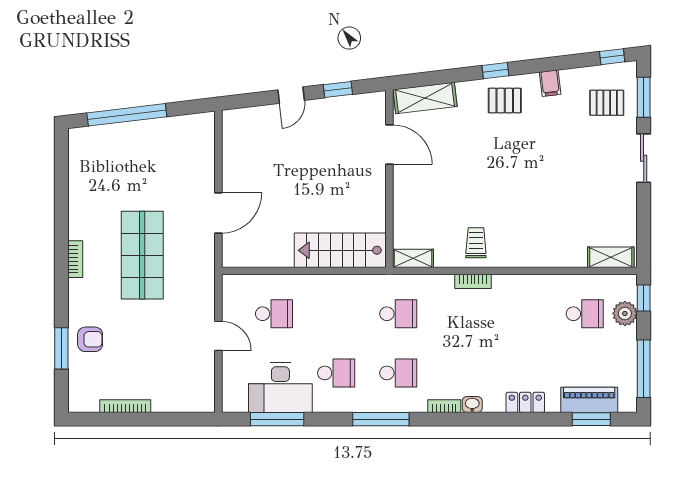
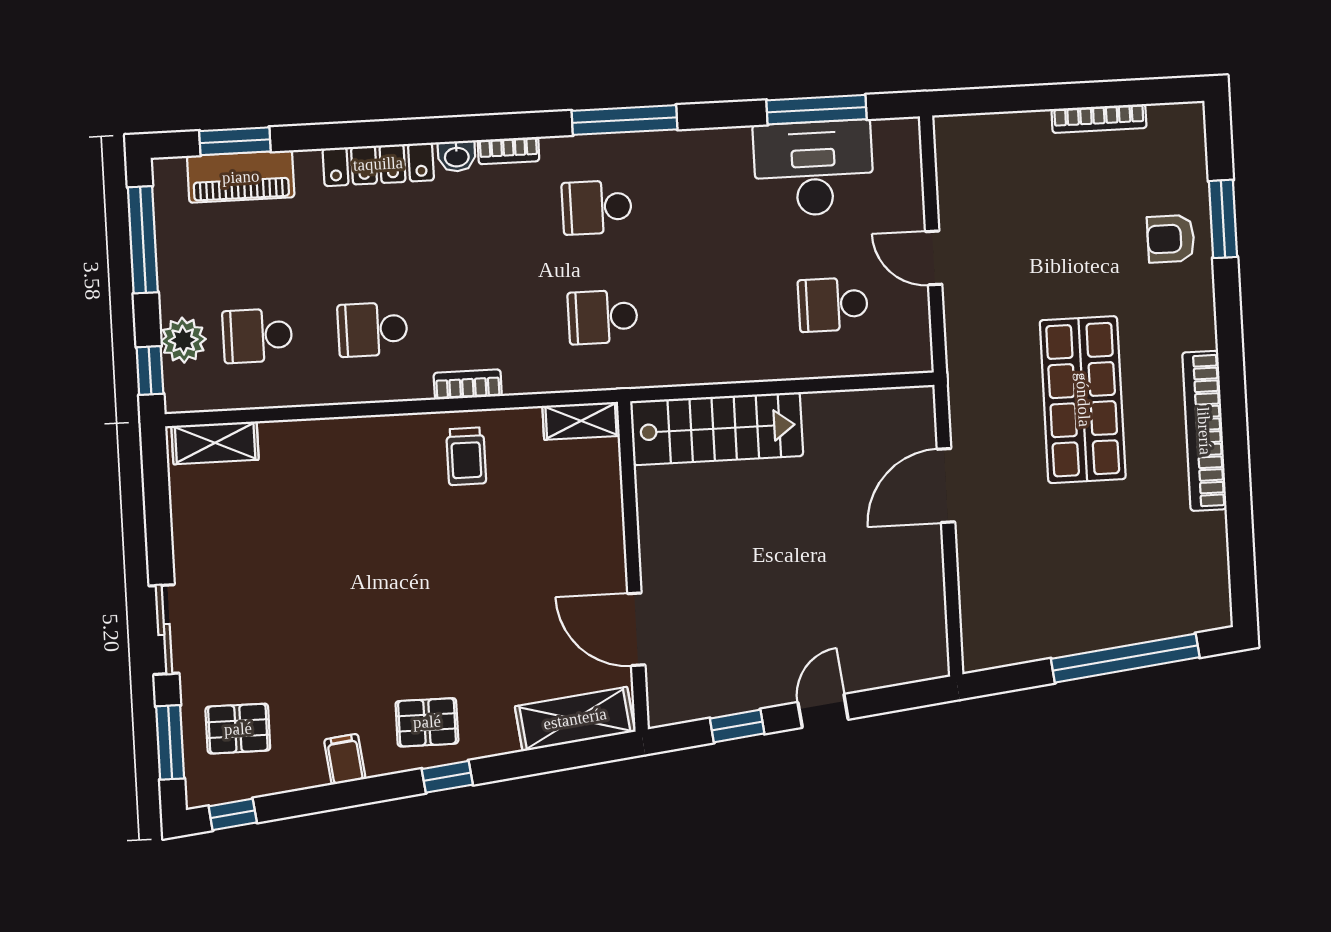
bookcase: (75, 259) -> (1204, 431), width x2.31, depth x1.31
school desk: (336, 373) -> (373, 329), moved
locker: (525, 402) -> (378, 164), width x1.53

